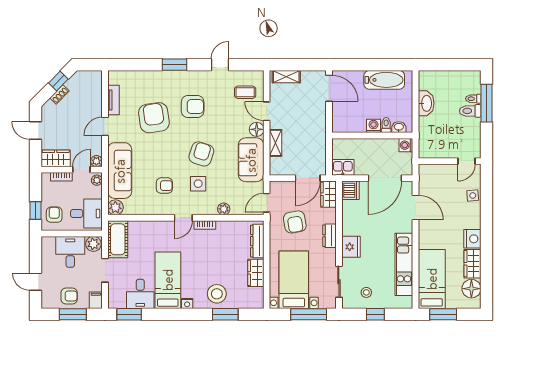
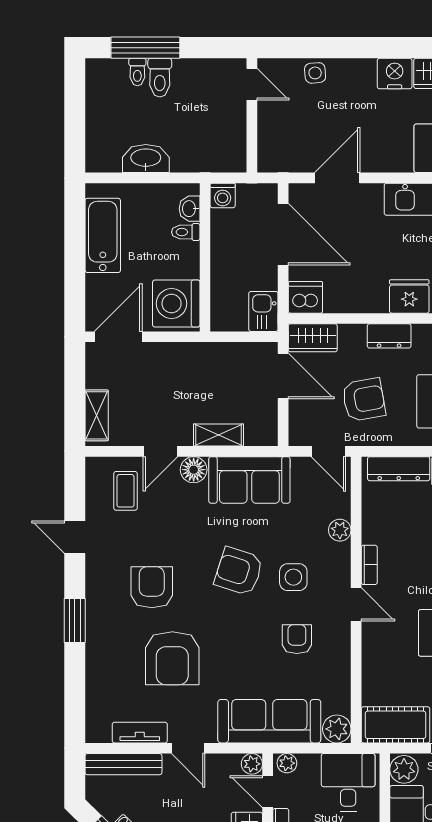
bench: (96, 91) -> (123, 764), added
armchair: (154, 118) -> (172, 658), turned -82
washing machine: (373, 126) -> (176, 304), moved, width x1.89, depth x1.89

